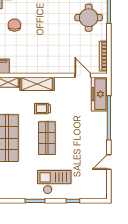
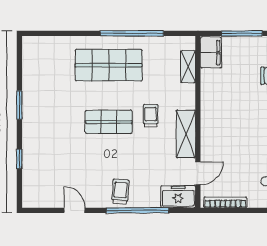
shelving: (37, 84) -> (186, 134), moved
freezer: (99, 94) -> (178, 197), width x0.71
trolley: (96, 130) -> (120, 192), added
checkout: (54, 182) -> (46, 132), removed

